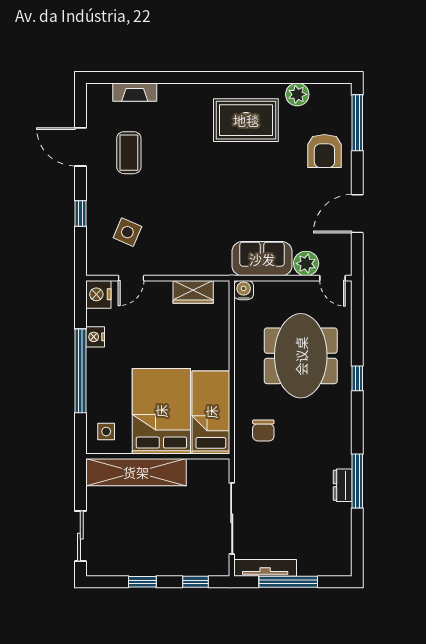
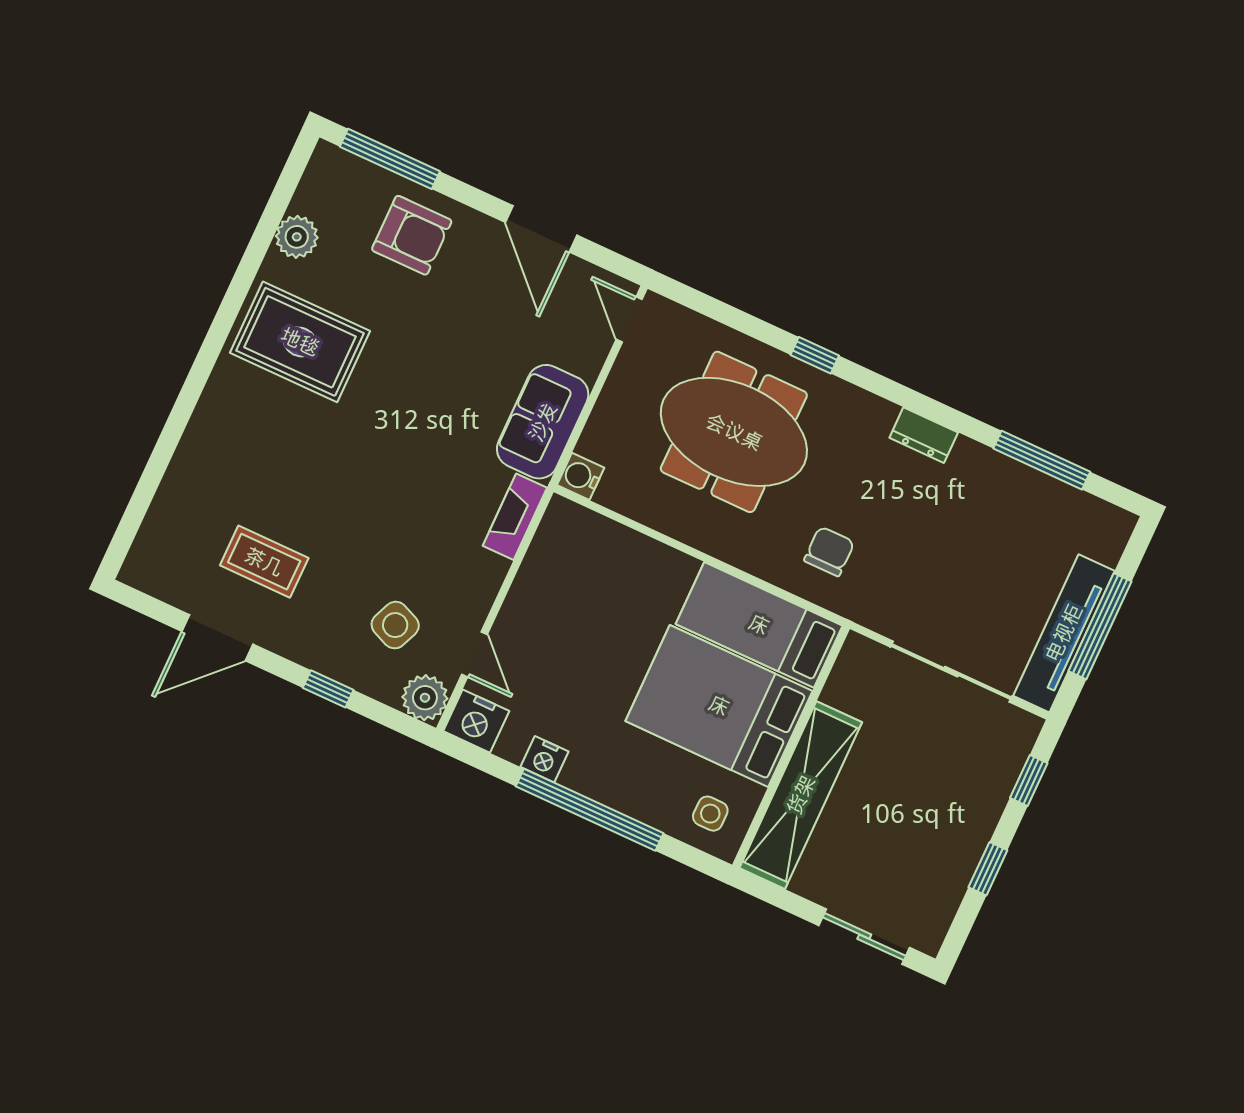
fireplace: (135, 92) -> (515, 517), moved, turned 180
rug: (246, 120) -> (300, 342), turned 90
plant: (306, 264) -> (425, 698), moved
door: (332, 278) -> (629, 319), swing flipped
wardrobe: (193, 292) -> (545, 562), removed
chair: (263, 430) -> (829, 551), turned -90
window: (357, 481) -> (1042, 460), moved
dresser: (343, 485) -> (924, 435), moved
tv unit: (265, 568) -> (1064, 633), width x1.36, depth x1.29

